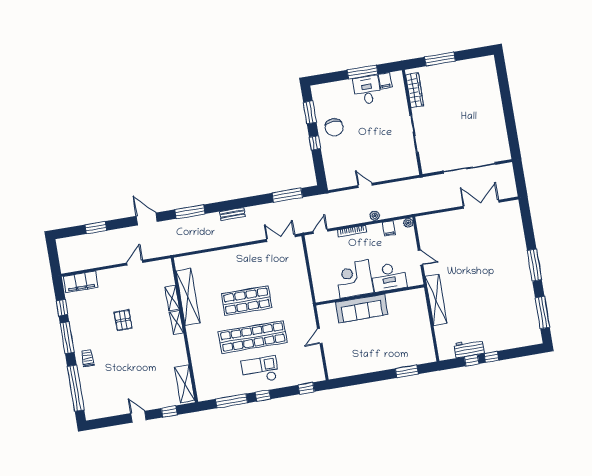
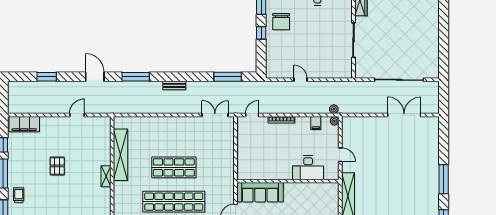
plant: (375, 216) -> (334, 109), moved
corner desk: (354, 279) -> (276, 164), removed
shelving: (172, 298) -> (106, 153), removed
sofa: (362, 308) -> (260, 192), moved

